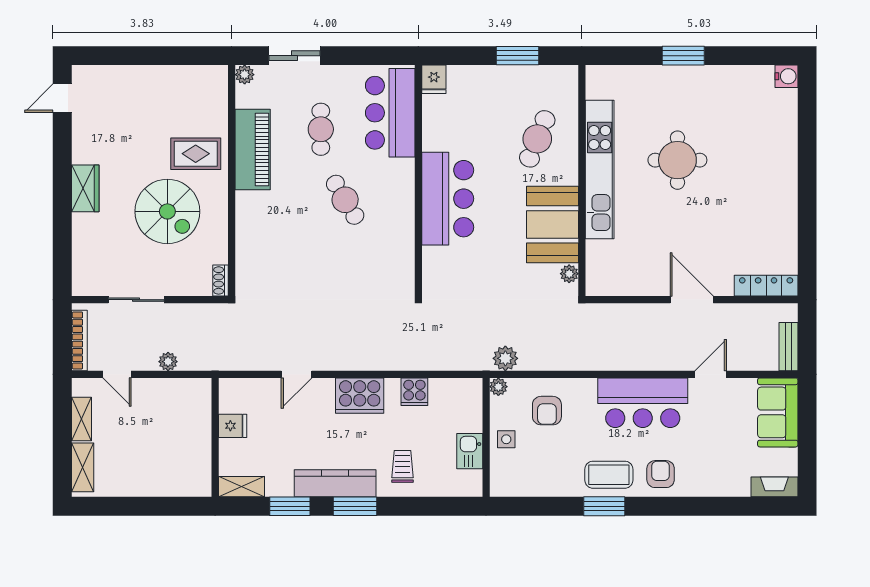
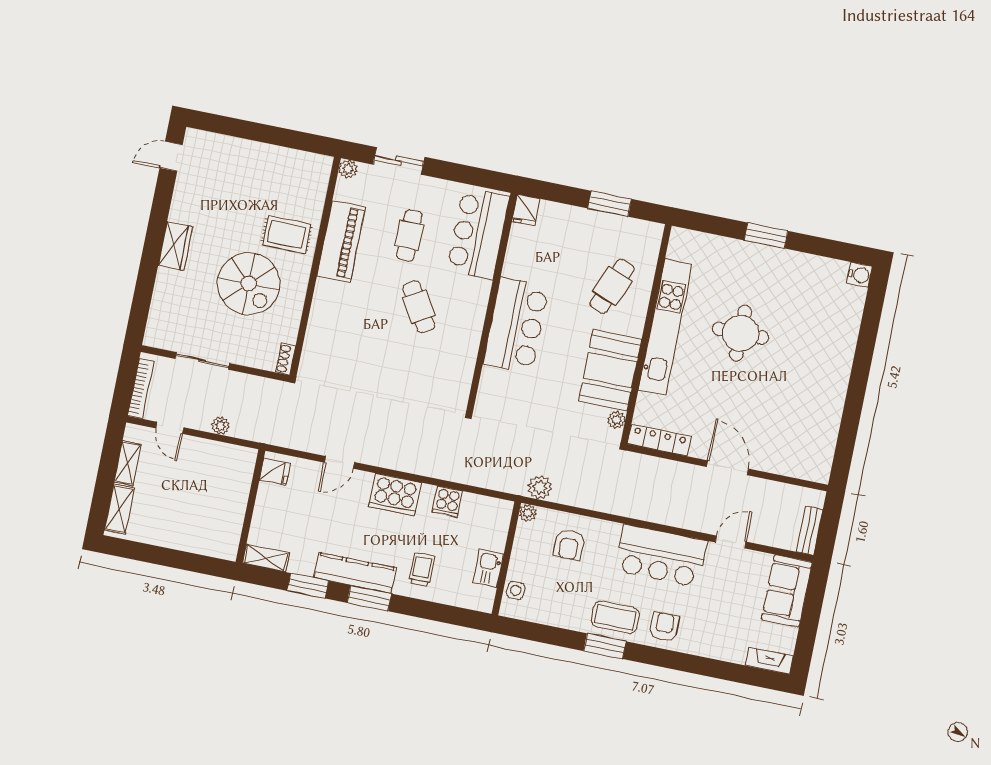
locker: (766, 286) -> (659, 440), moved
fridge: (233, 426) -> (275, 472), moved
side table: (506, 439) -> (516, 590), moved

